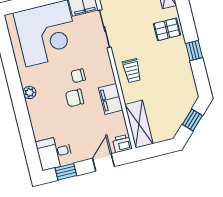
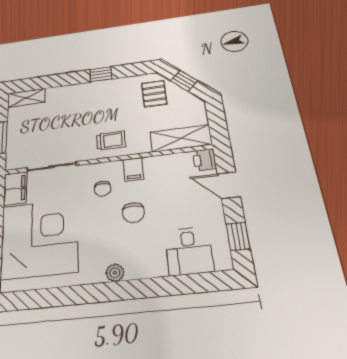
pallet: (167, 29) -> (154, 94), moved
chair: (78, 76) -> (102, 189), moved
filing cabinet: (111, 99) -> (133, 169), width x0.50
desk: (54, 153) -> (189, 251), moved

